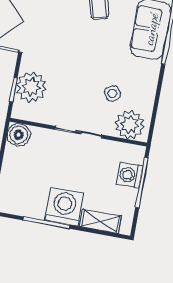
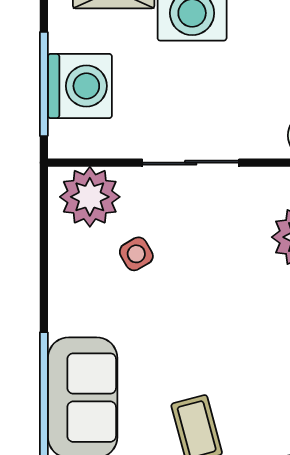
washing machine: (130, 175) -> (80, 86), width x1.37, depth x1.37

